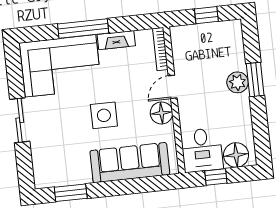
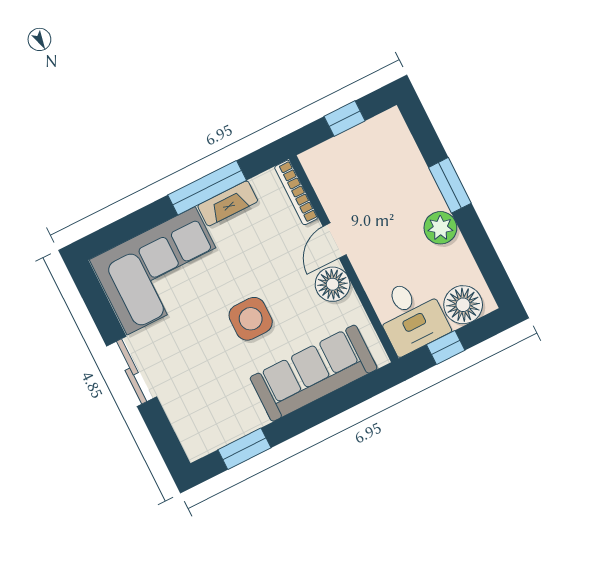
window: (83, 29) -> (207, 188), moved
plant: (237, 82) -> (440, 228), moved

